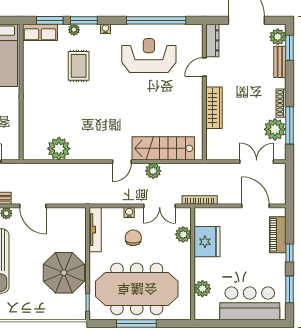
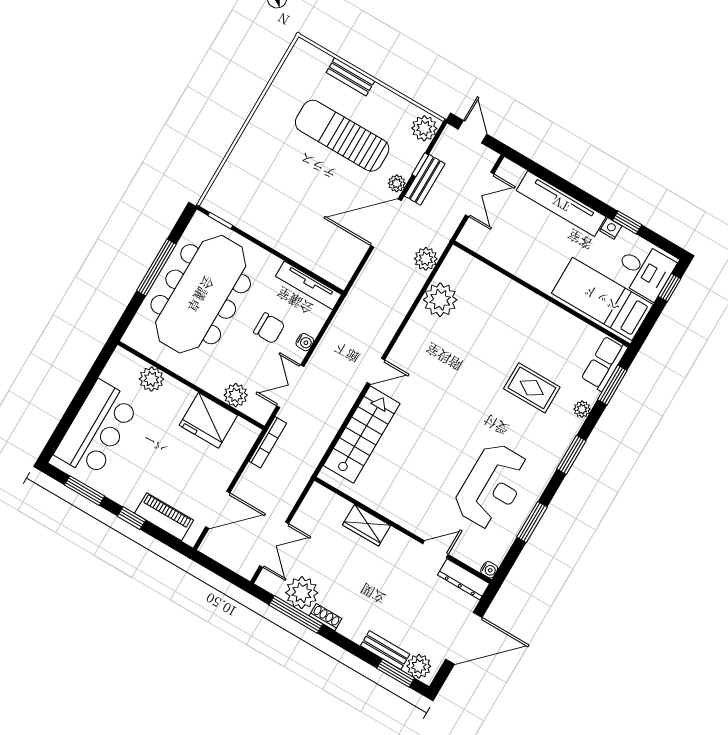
window: (84, 20) -> (571, 455), moved
window: (156, 20) -> (532, 522), width x0.47
water cooler: (105, 29) -> (489, 570), moved
door: (204, 67) -> (435, 549), hinge flipped
shoe rack: (281, 103) -> (326, 617), width x0.70
wardrobe: (214, 108) -> (367, 525), width x0.67
door: (122, 162) -> (376, 371), swing flipped
plant: (153, 171) -> (426, 259), moved
door: (33, 206) -> (386, 223), width x1.36
parasol: (64, 273) -> (277, 213), removed

